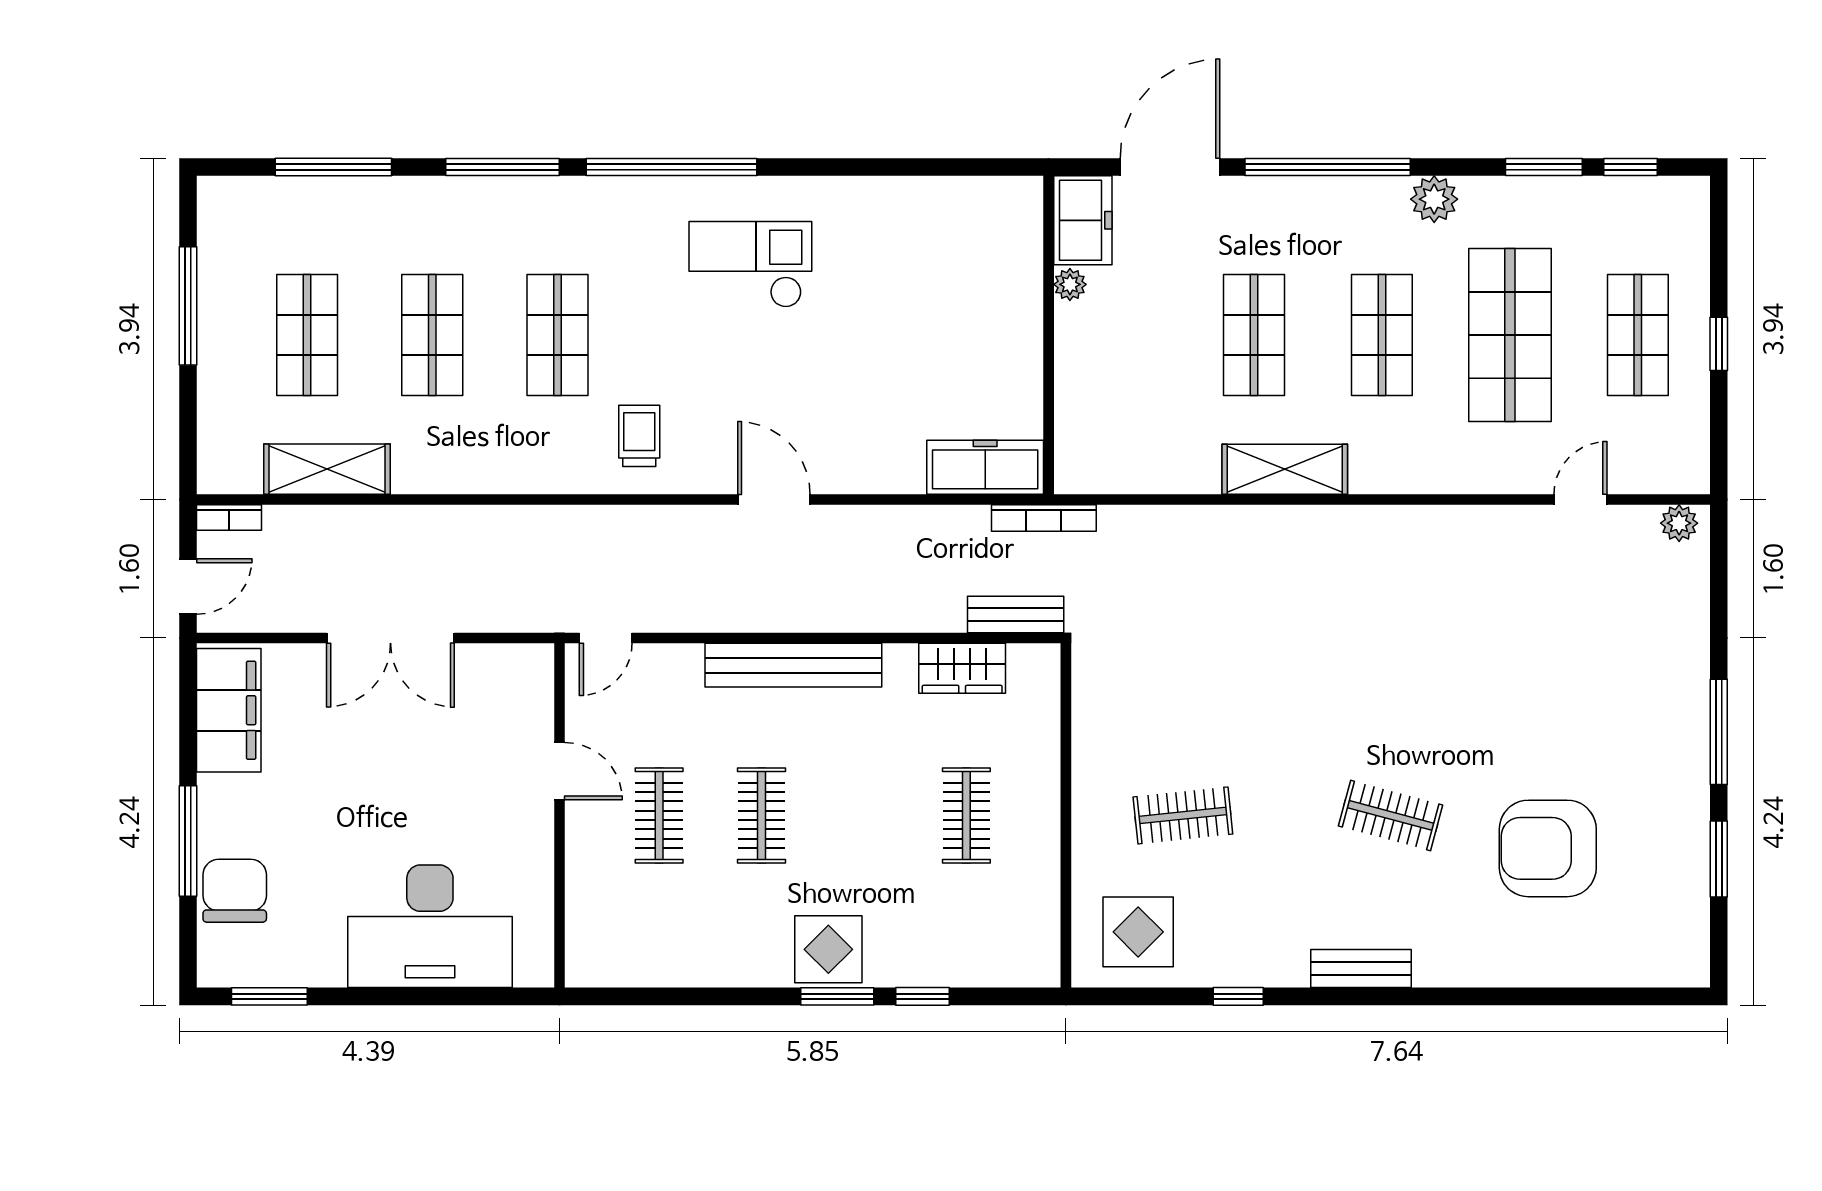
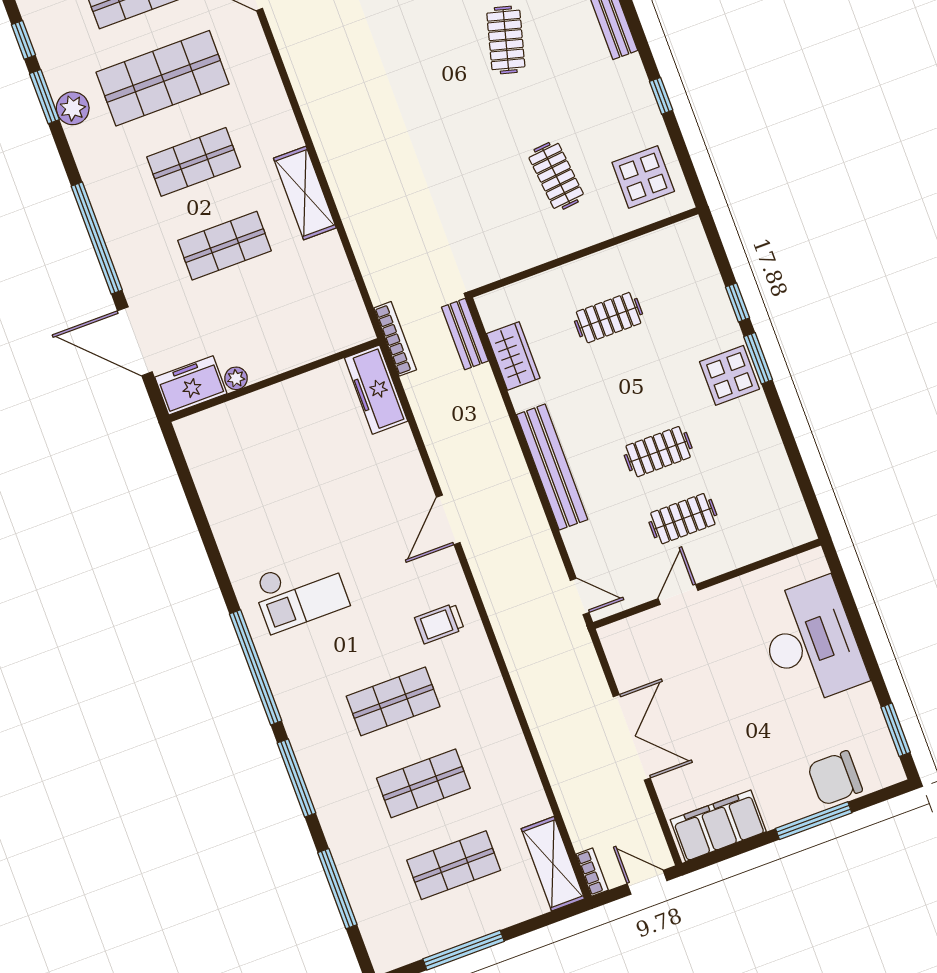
plant: (1434, 199) -> (73, 108), moved
checkout: (750, 264) -> (300, 592), turned -90
shelving: (327, 469) -> (553, 864), moved

